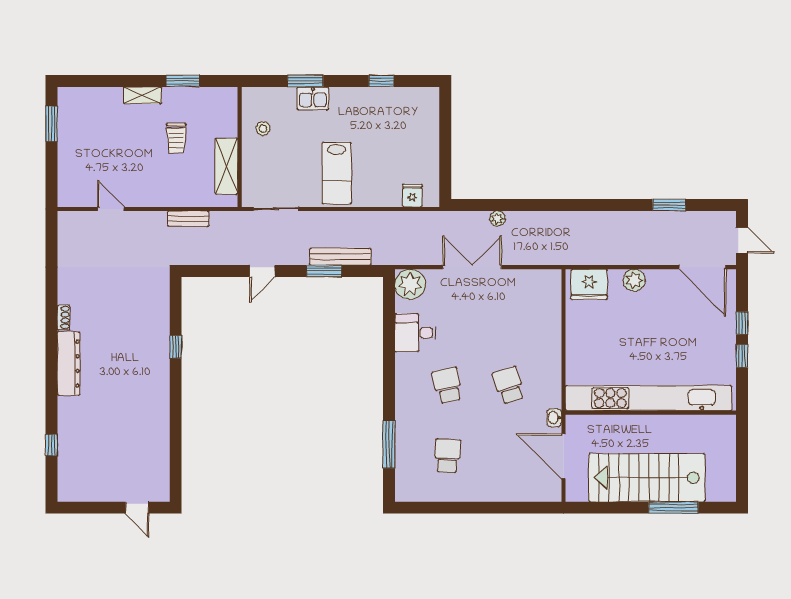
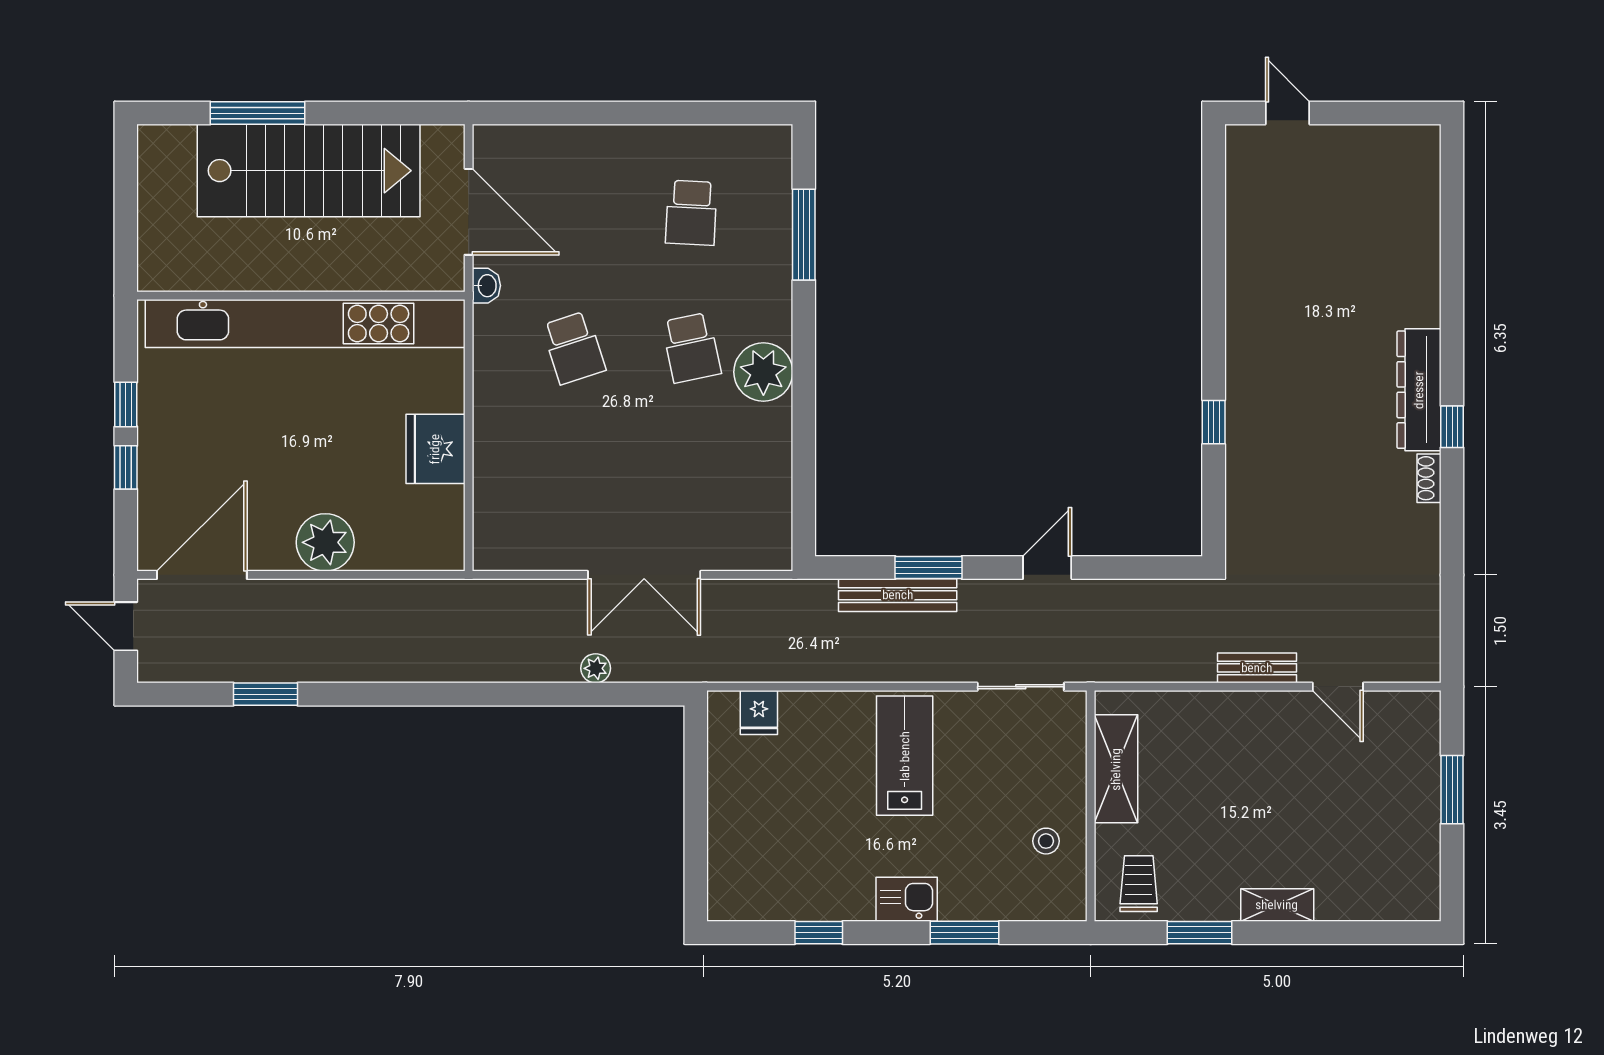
kitchen sink: (313, 98) -> (907, 899), moved
window: (52, 124) -> (1452, 790), moved
trolley: (176, 138) -> (1139, 884), moved
bench: (188, 219) -> (1257, 668), moved
door: (702, 267) -> (202, 575), hinge flipped
plant: (634, 280) -> (325, 542), width x1.36, depth x1.36
plant: (410, 284) -> (763, 372), moved
fridge: (589, 284) -> (435, 449), moved, turned -90
desk: (415, 333) -> (753, 449), removed
window: (52, 445) -> (1452, 427), moved

